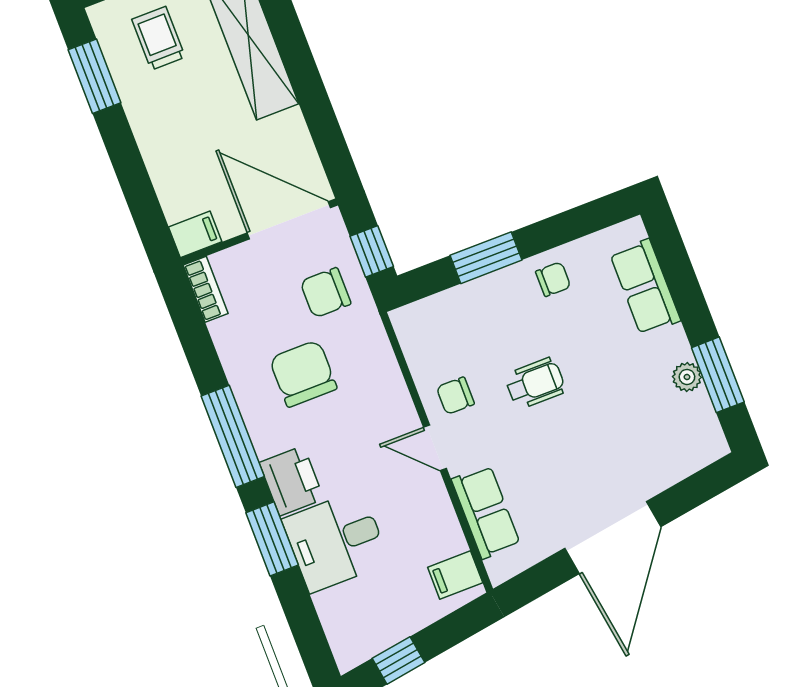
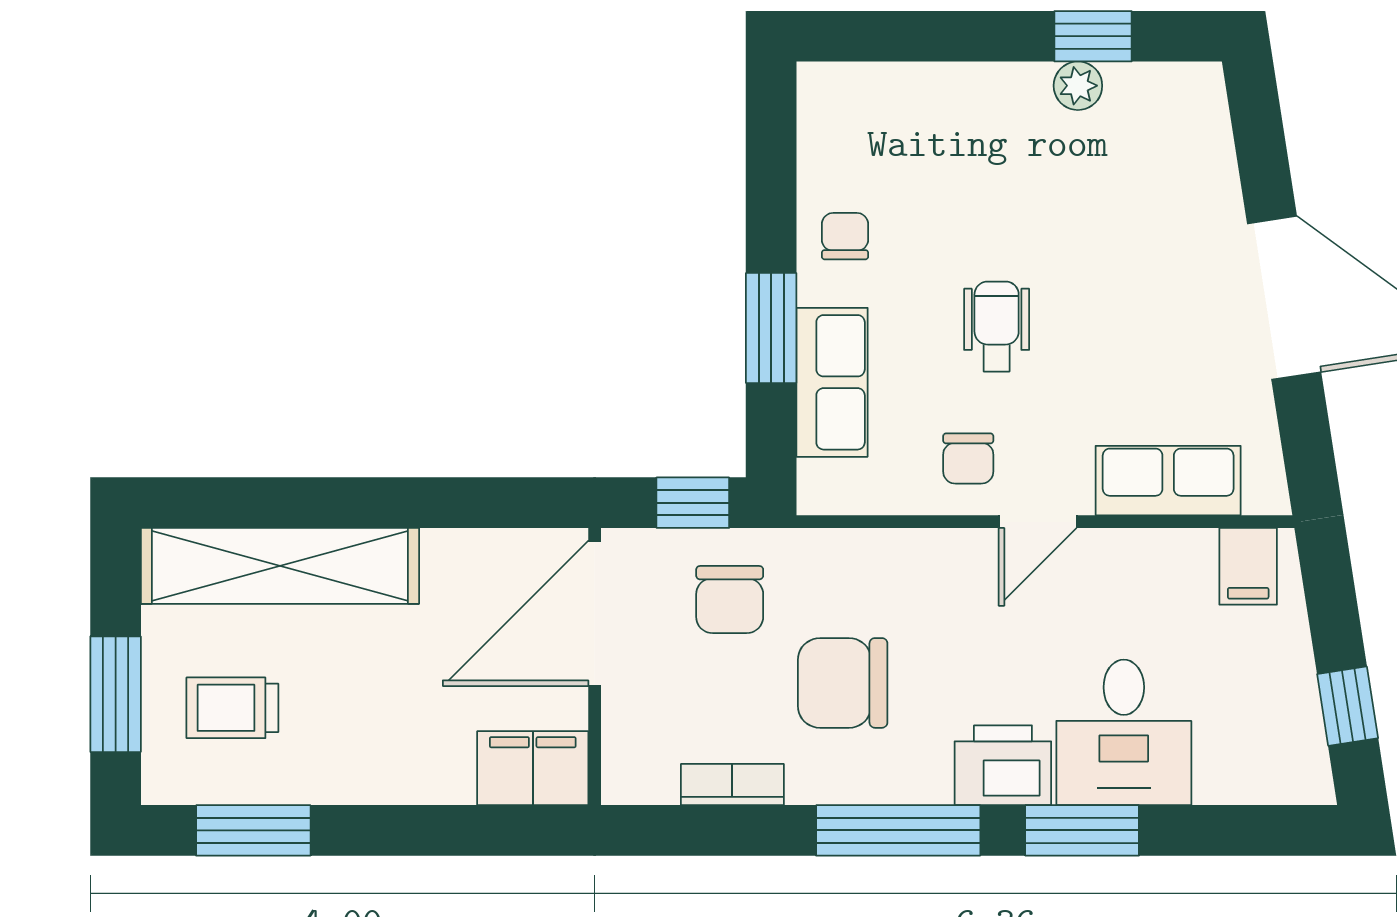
filing cabinet: (195, 234) -> (533, 768), width x2.00
row of seats: (645, 287) -> (832, 382), moved, turned -90
bookcase: (206, 289) -> (732, 785), moved
window: (718, 375) -> (1093, 36), width x0.67

